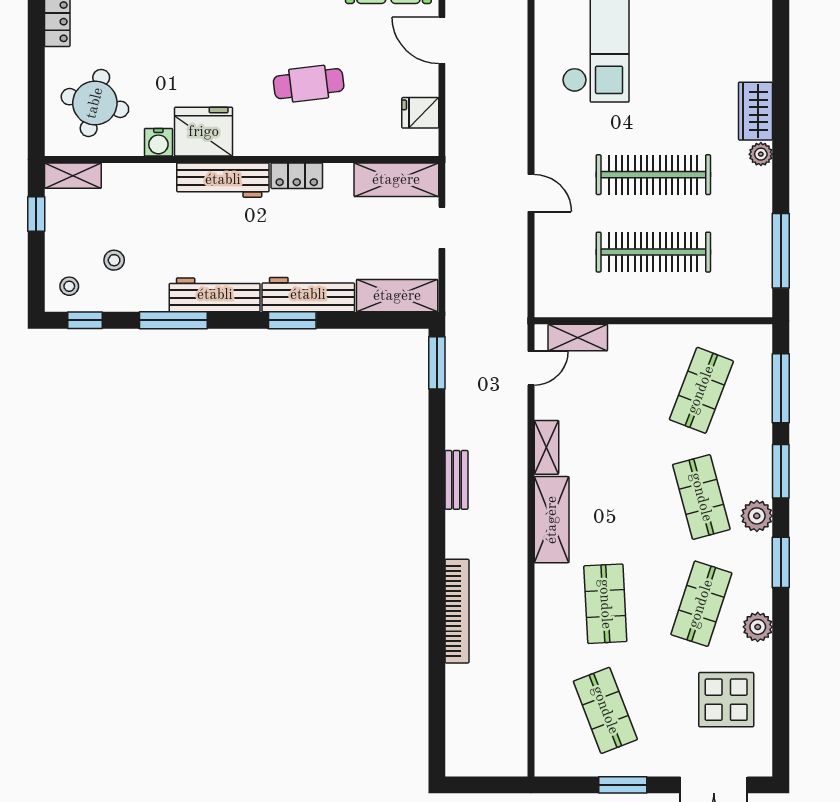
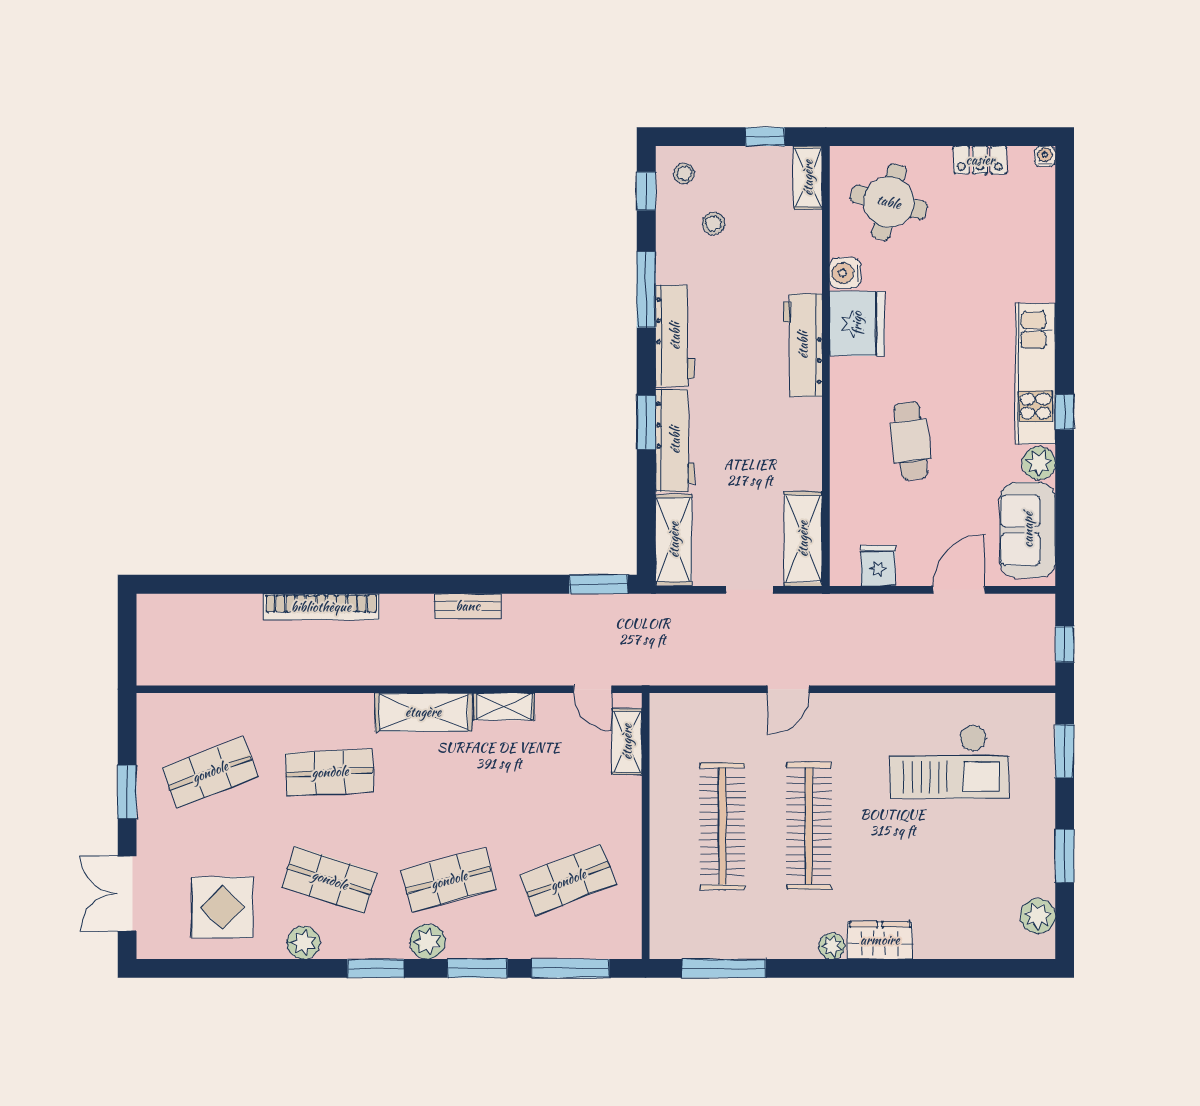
locker: (297, 176) -> (808, 428), removed
shop shelf: (701, 390) -> (568, 880), turned -42

